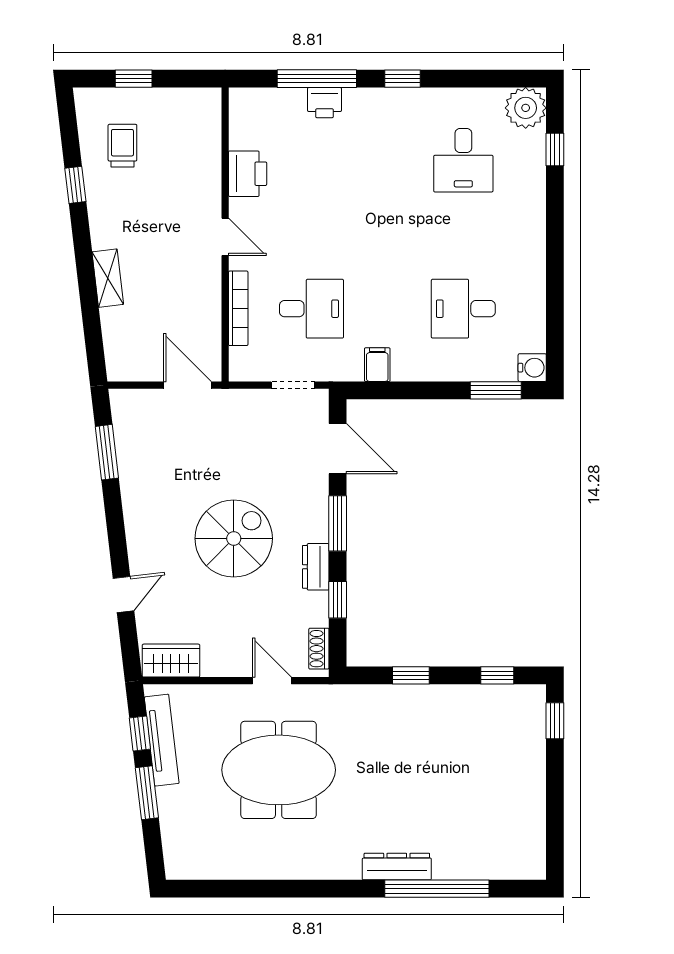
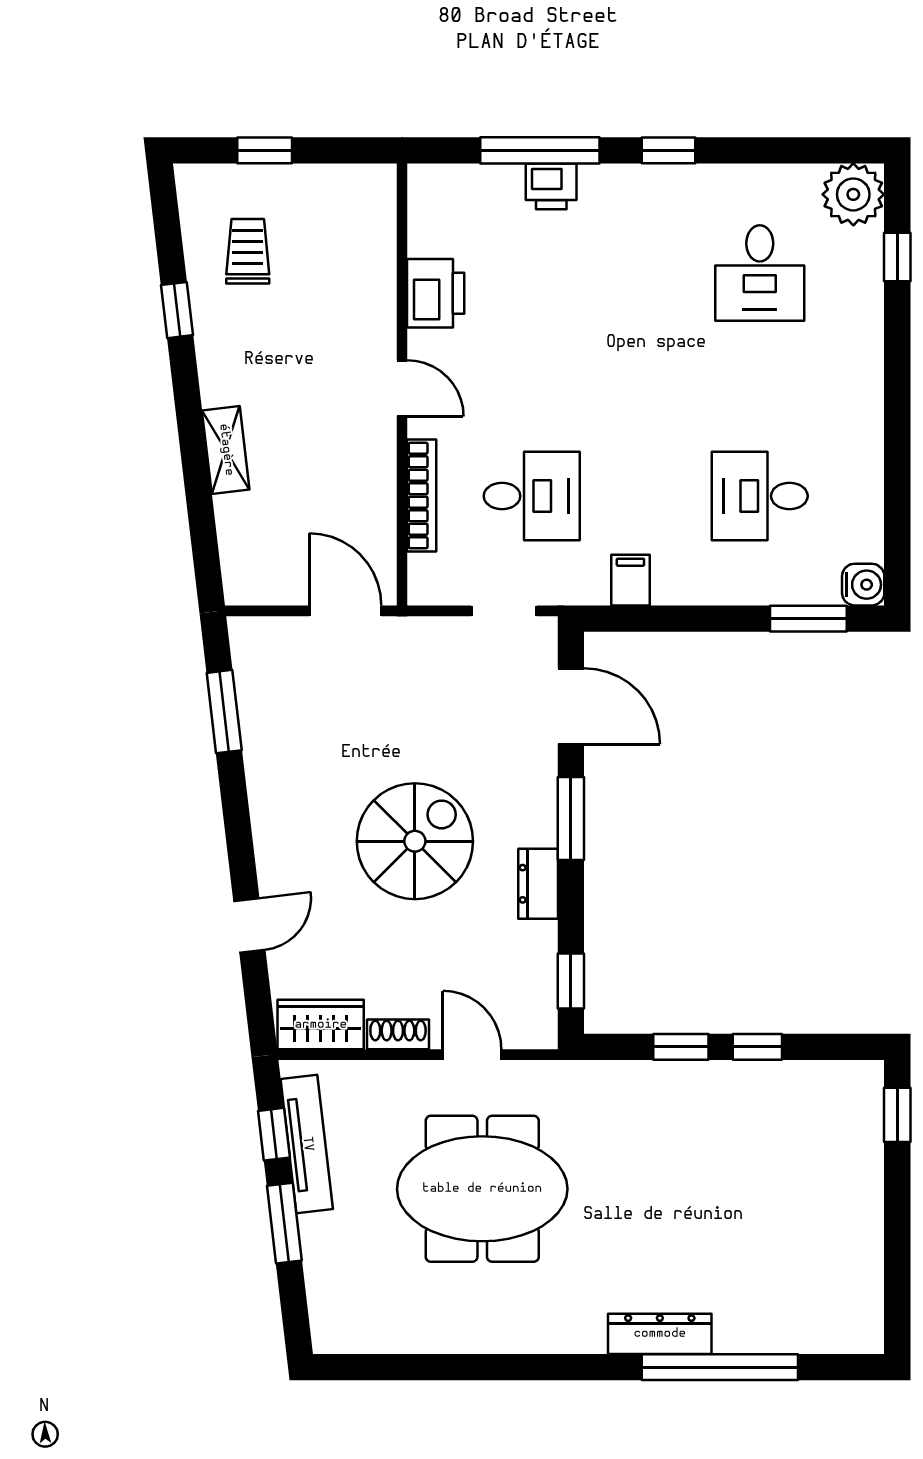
window: (338, 600) -> (571, 981), moved
shoe rack: (319, 649) -> (398, 1034), moved, turned 90
window: (497, 675) -> (757, 1047), moved

